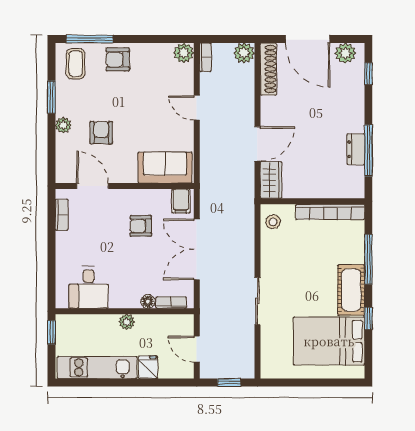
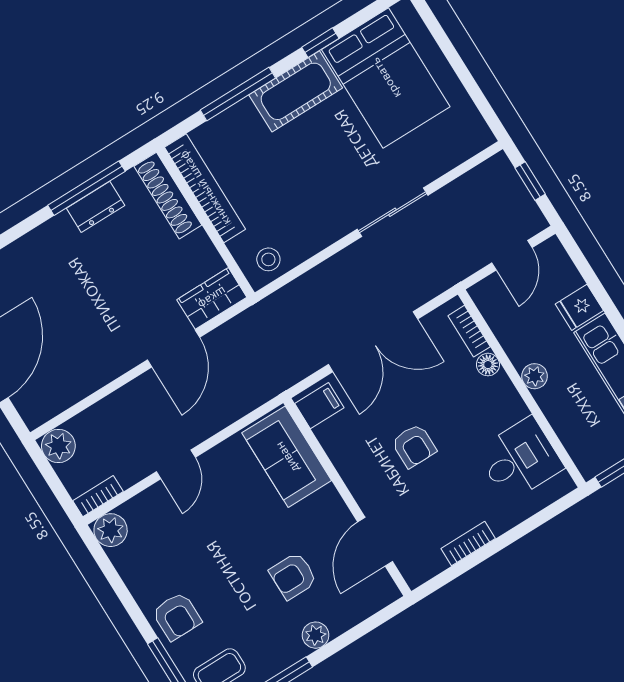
shoe rack: (268, 69) -> (168, 196), moved, turned -90
door: (257, 144) -> (173, 349), swing flipped
bookcase: (62, 215) -> (468, 544), moved
armchair: (141, 226) -> (414, 446), moved

